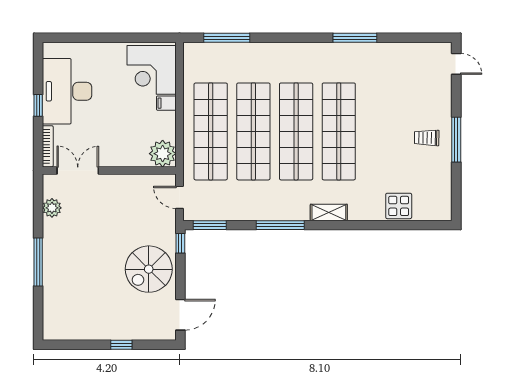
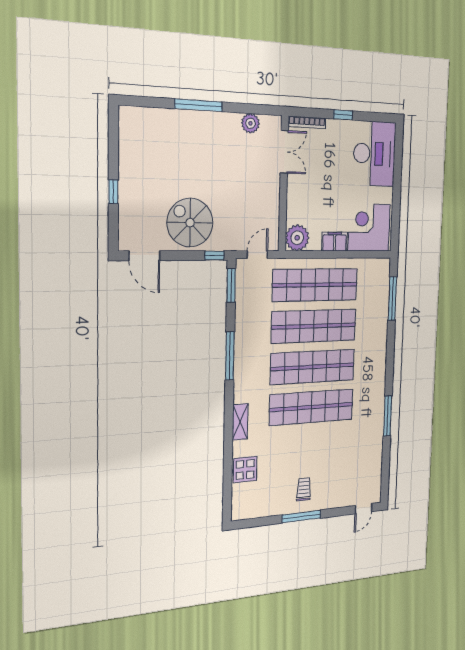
desk: (67, 91) -> (374, 154), moved, turned 90
filing cabinet: (166, 103) -> (335, 242), width x2.00
shelving: (329, 212) -> (240, 422), moved

